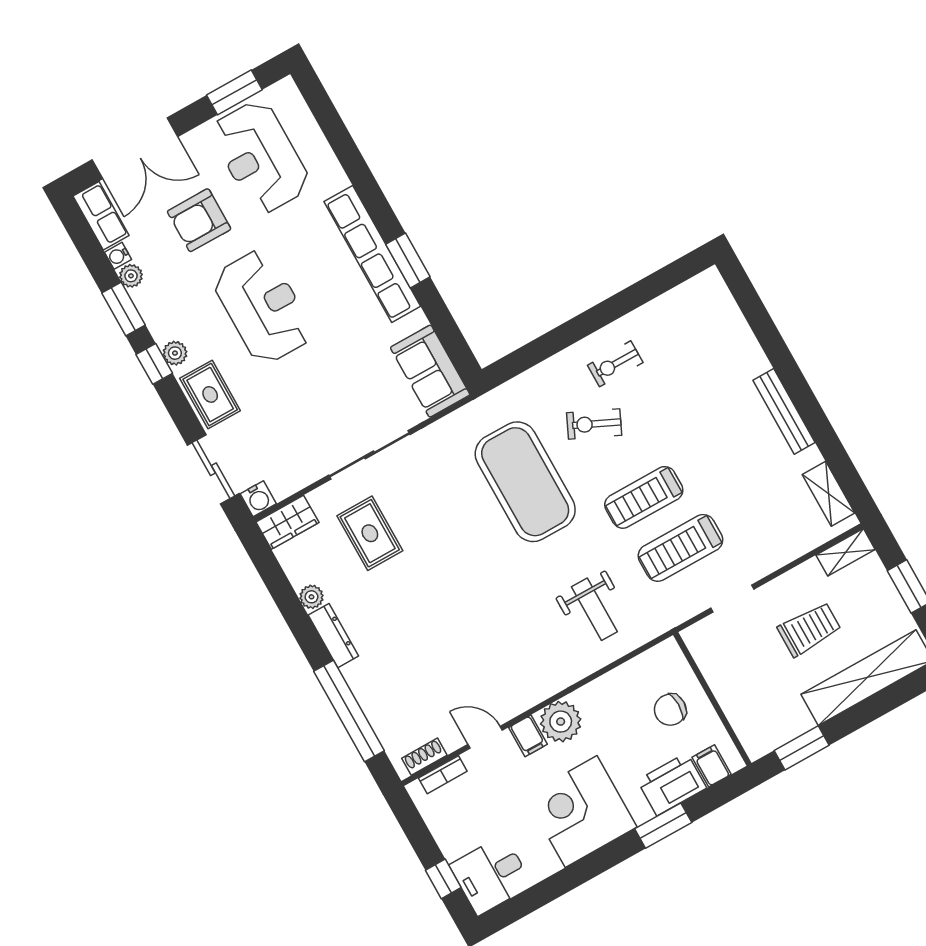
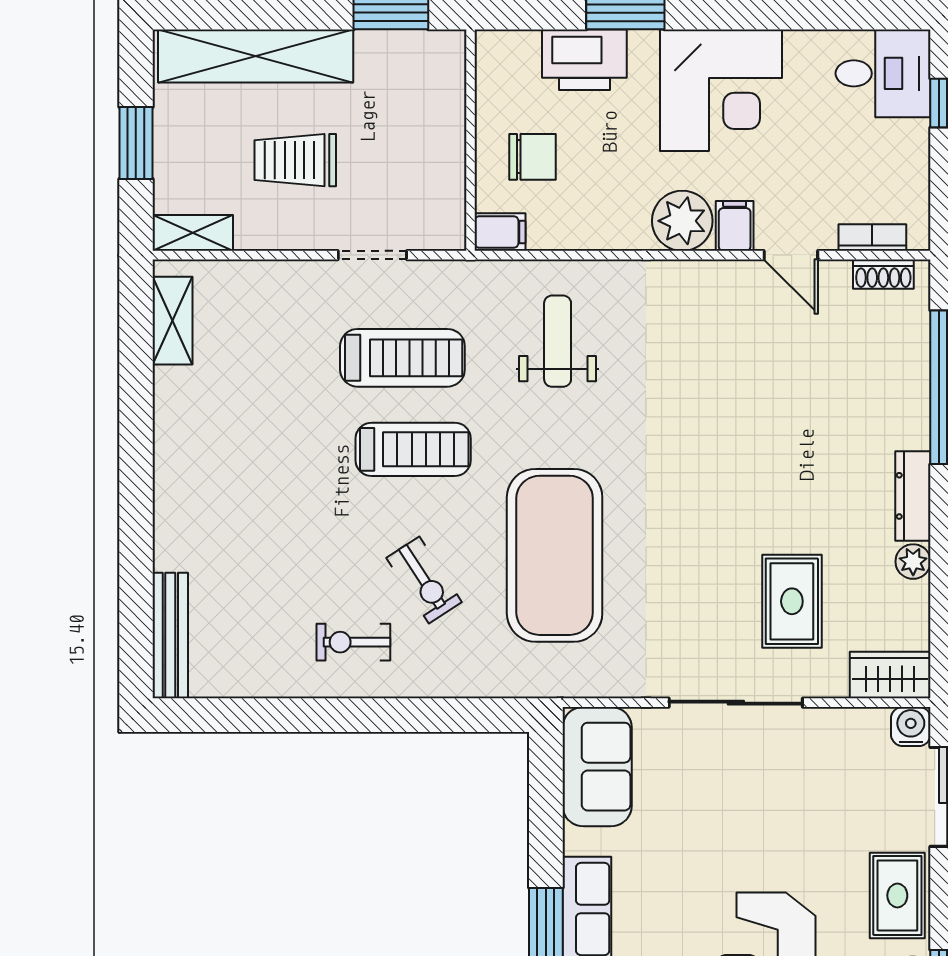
exercise bike: (615, 364) -> (353, 642), turned 180
bench: (784, 411) -> (170, 636), moved
exercise bike: (594, 424) -> (424, 580), turned 32
filing cabinet: (712, 766) -> (500, 232), moved, turned -90

